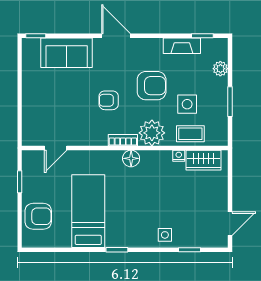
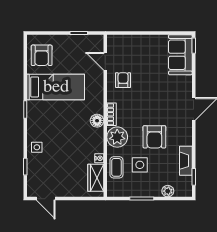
sofa: (67, 53) -> (180, 55), moved
armchair: (109, 100) -> (123, 80), moved
armchair: (38, 216) -> (42, 55), moved

